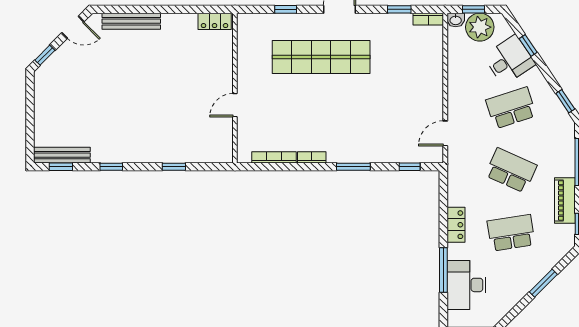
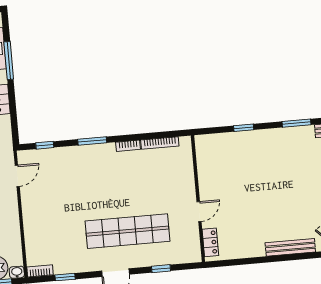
locker: (215, 21) -> (210, 242), moved, turned 90
door: (235, 105) -> (199, 212), moved
window: (111, 167) -> (296, 123), width x1.50

